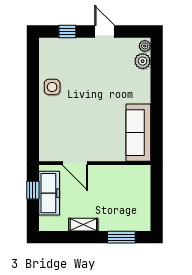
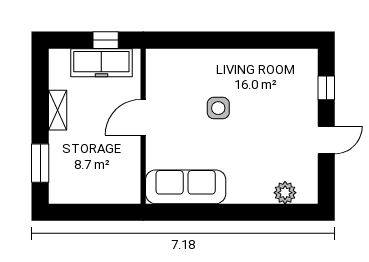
plant: (145, 46) -> (306, 196), removed
side table: (52, 87) -> (218, 108), moved
door: (75, 163) -> (143, 117), moved

